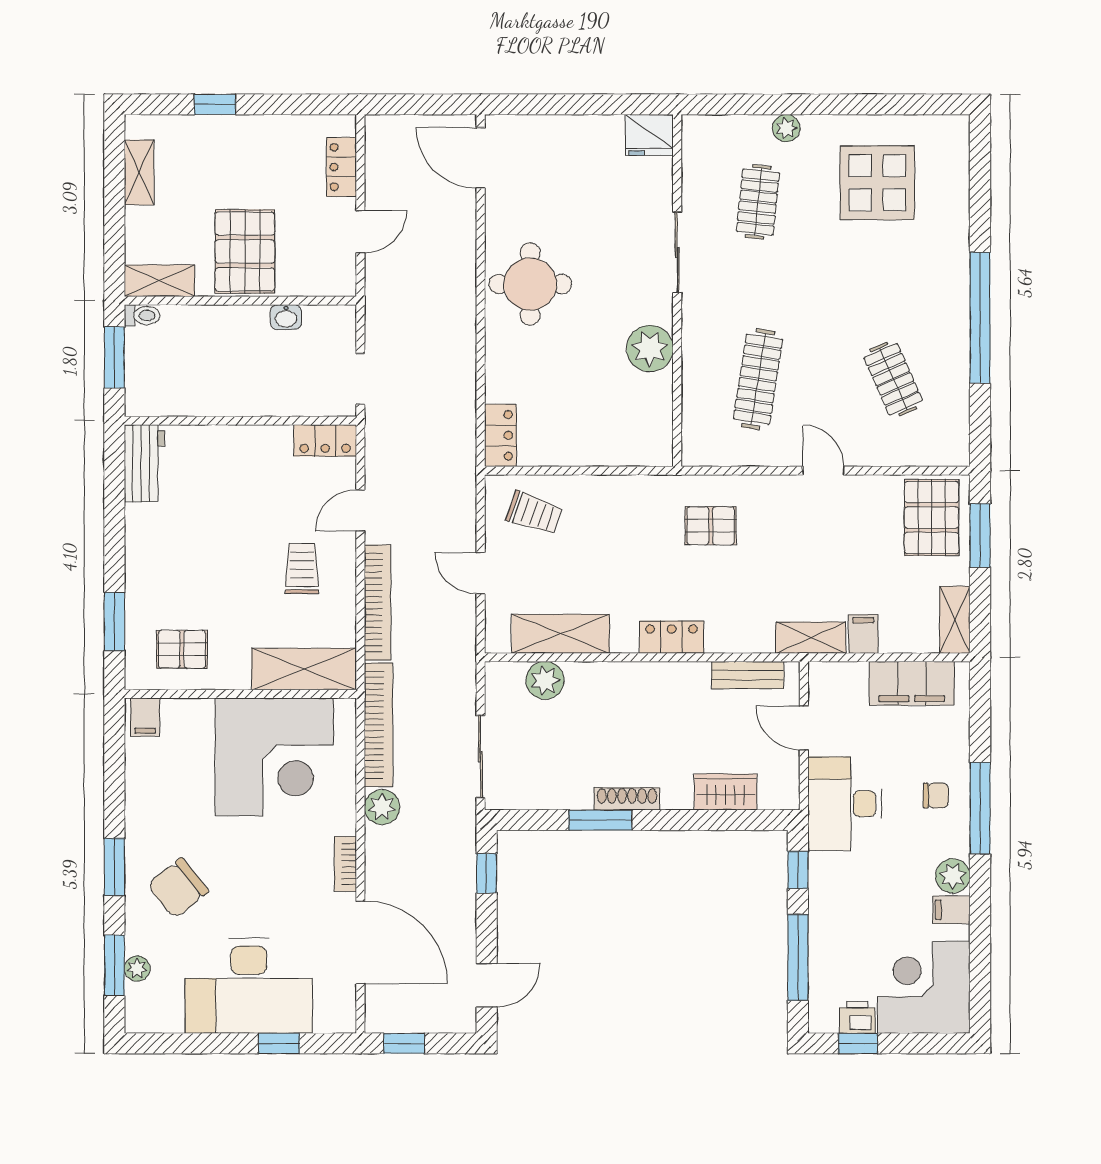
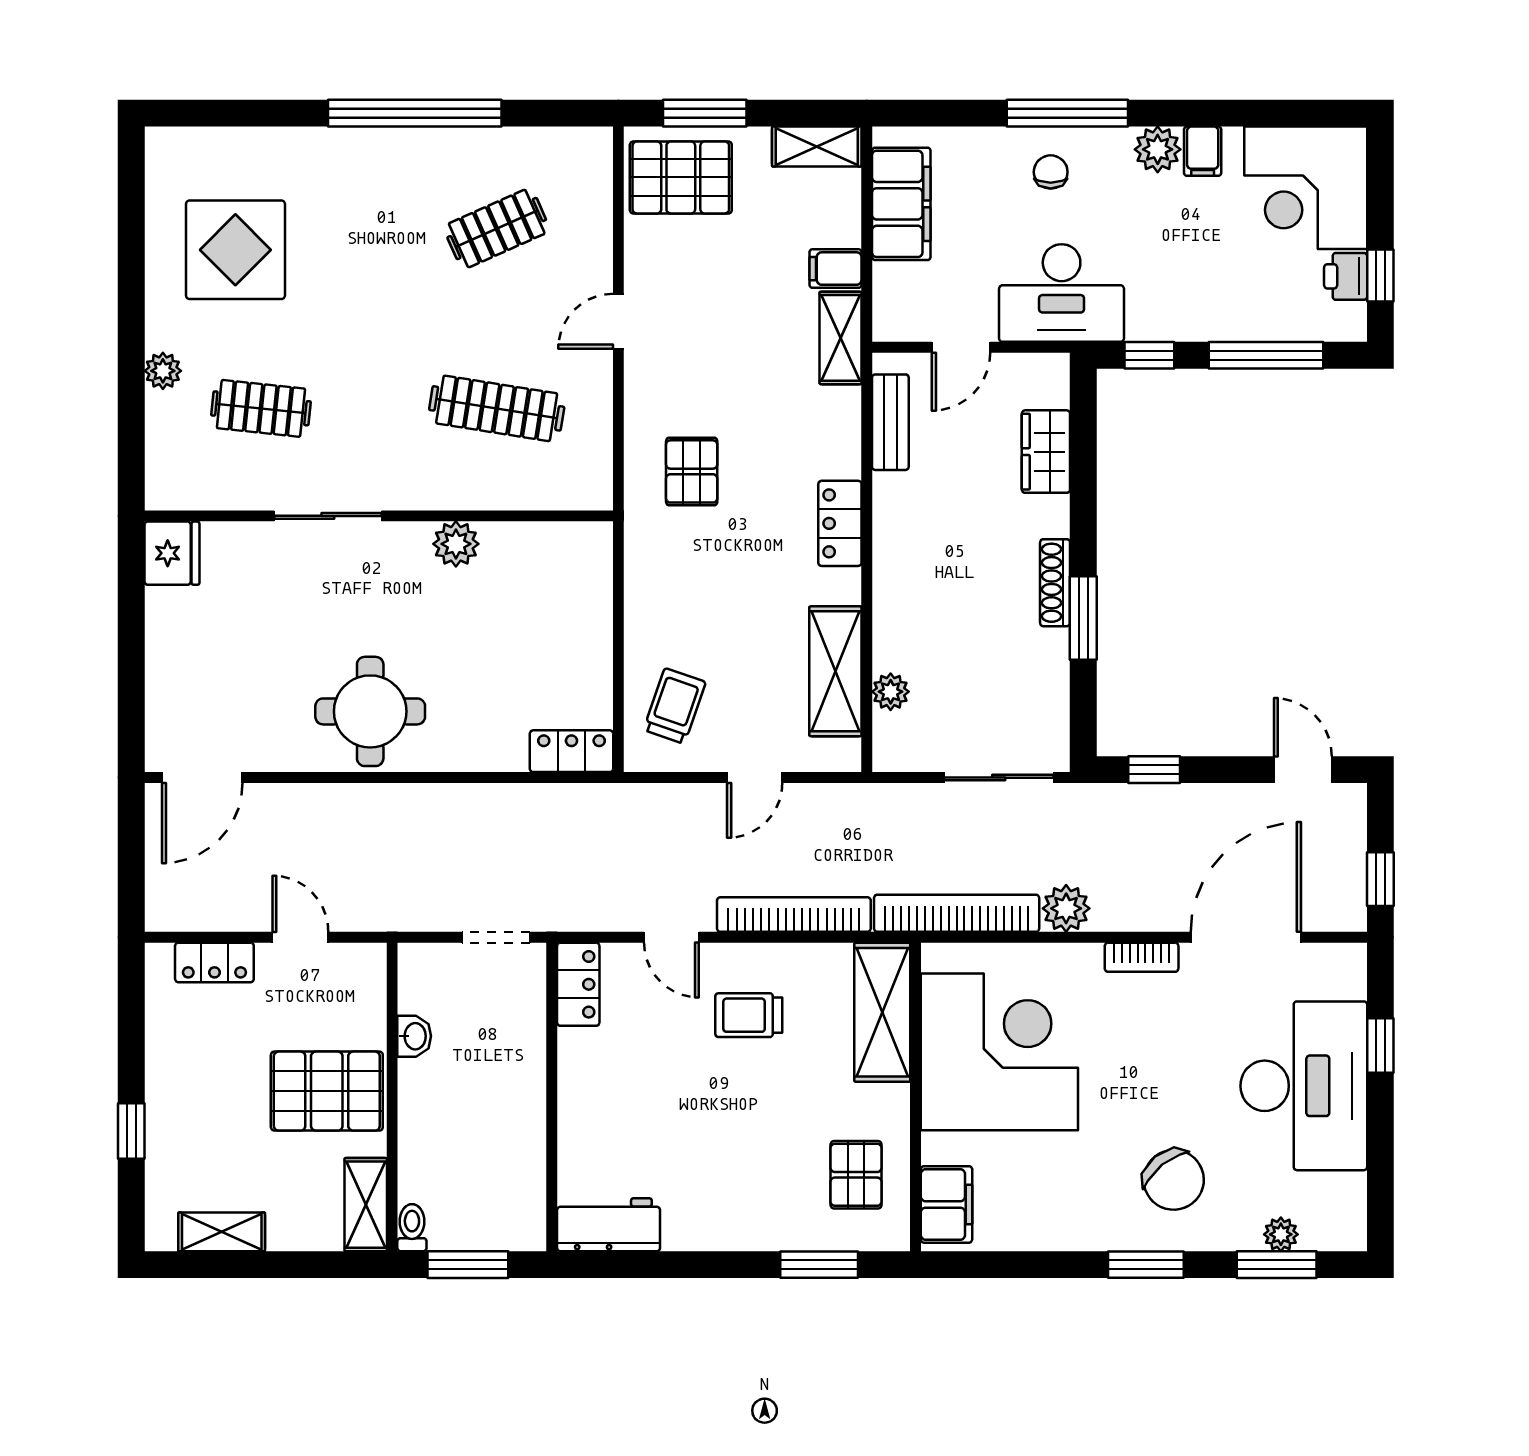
plant: (650, 349) -> (456, 544), width x0.73, depth x0.73
plant: (545, 680) -> (891, 692), width x0.73, depth x0.73
filing cabinet: (145, 717) -> (946, 1204), width x2.00

